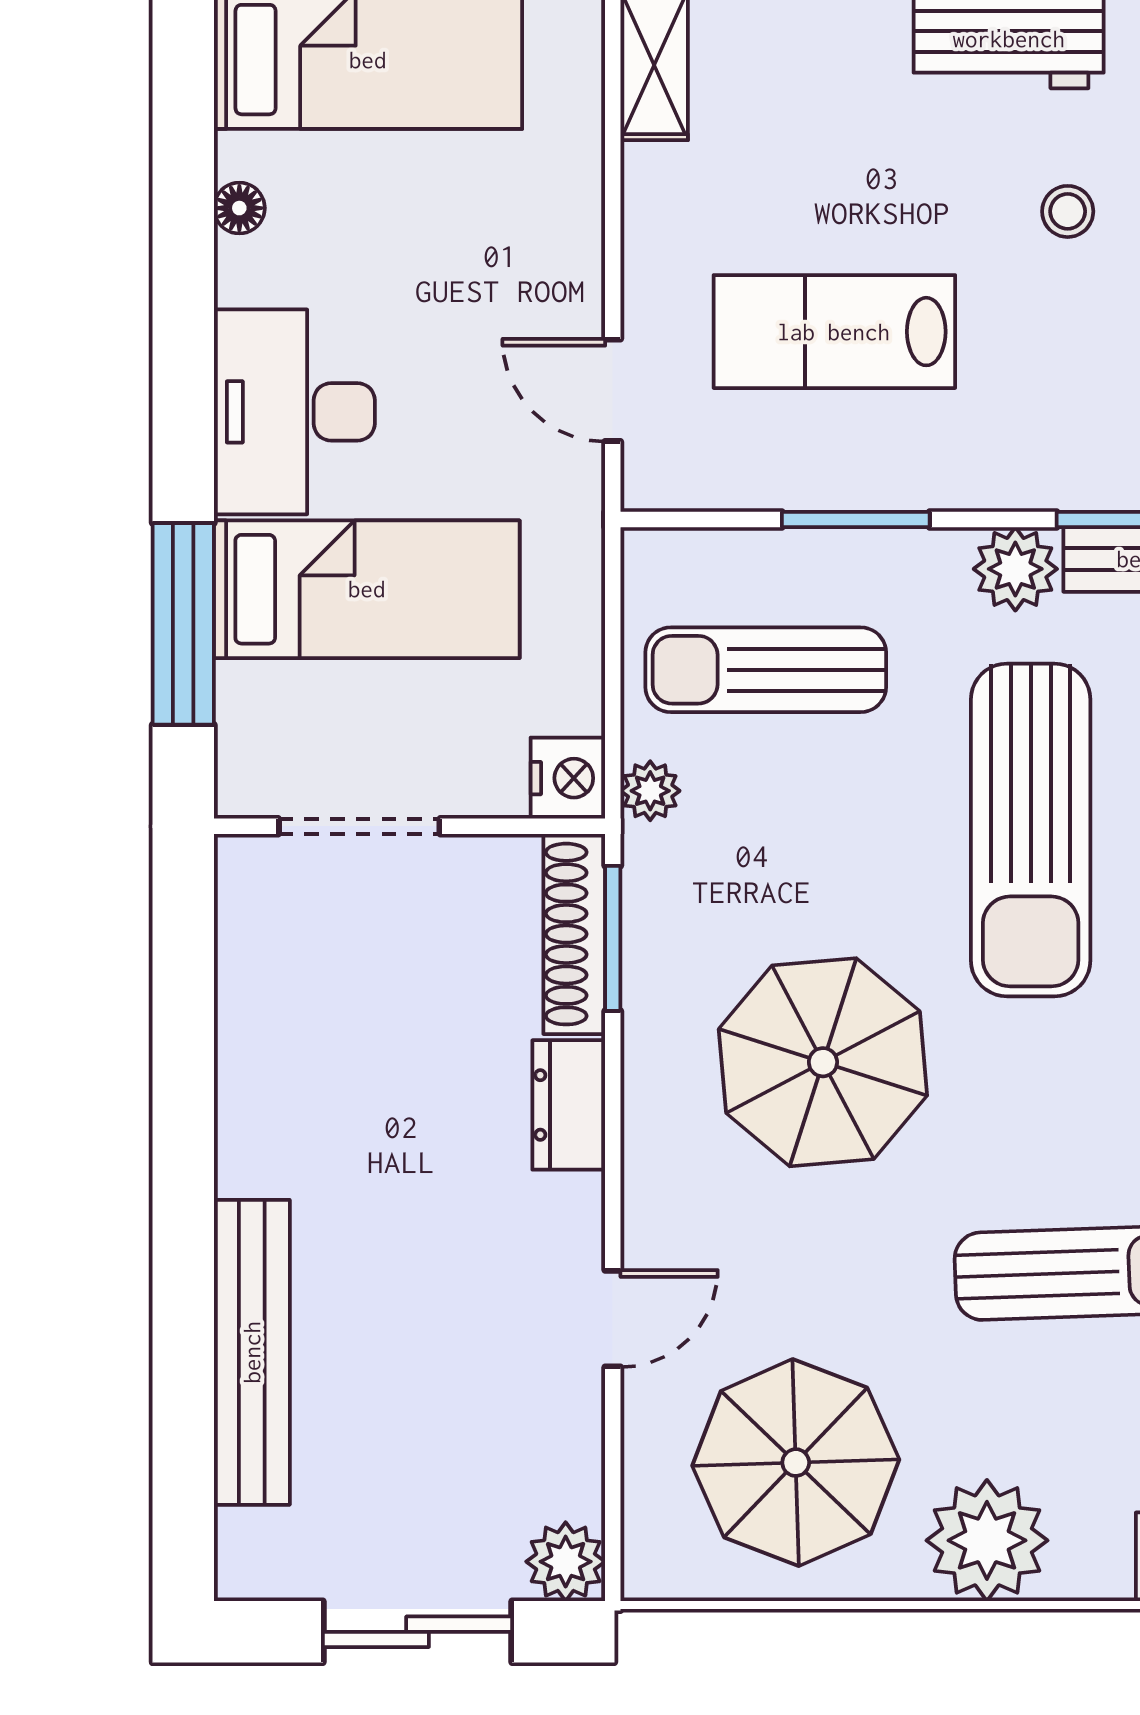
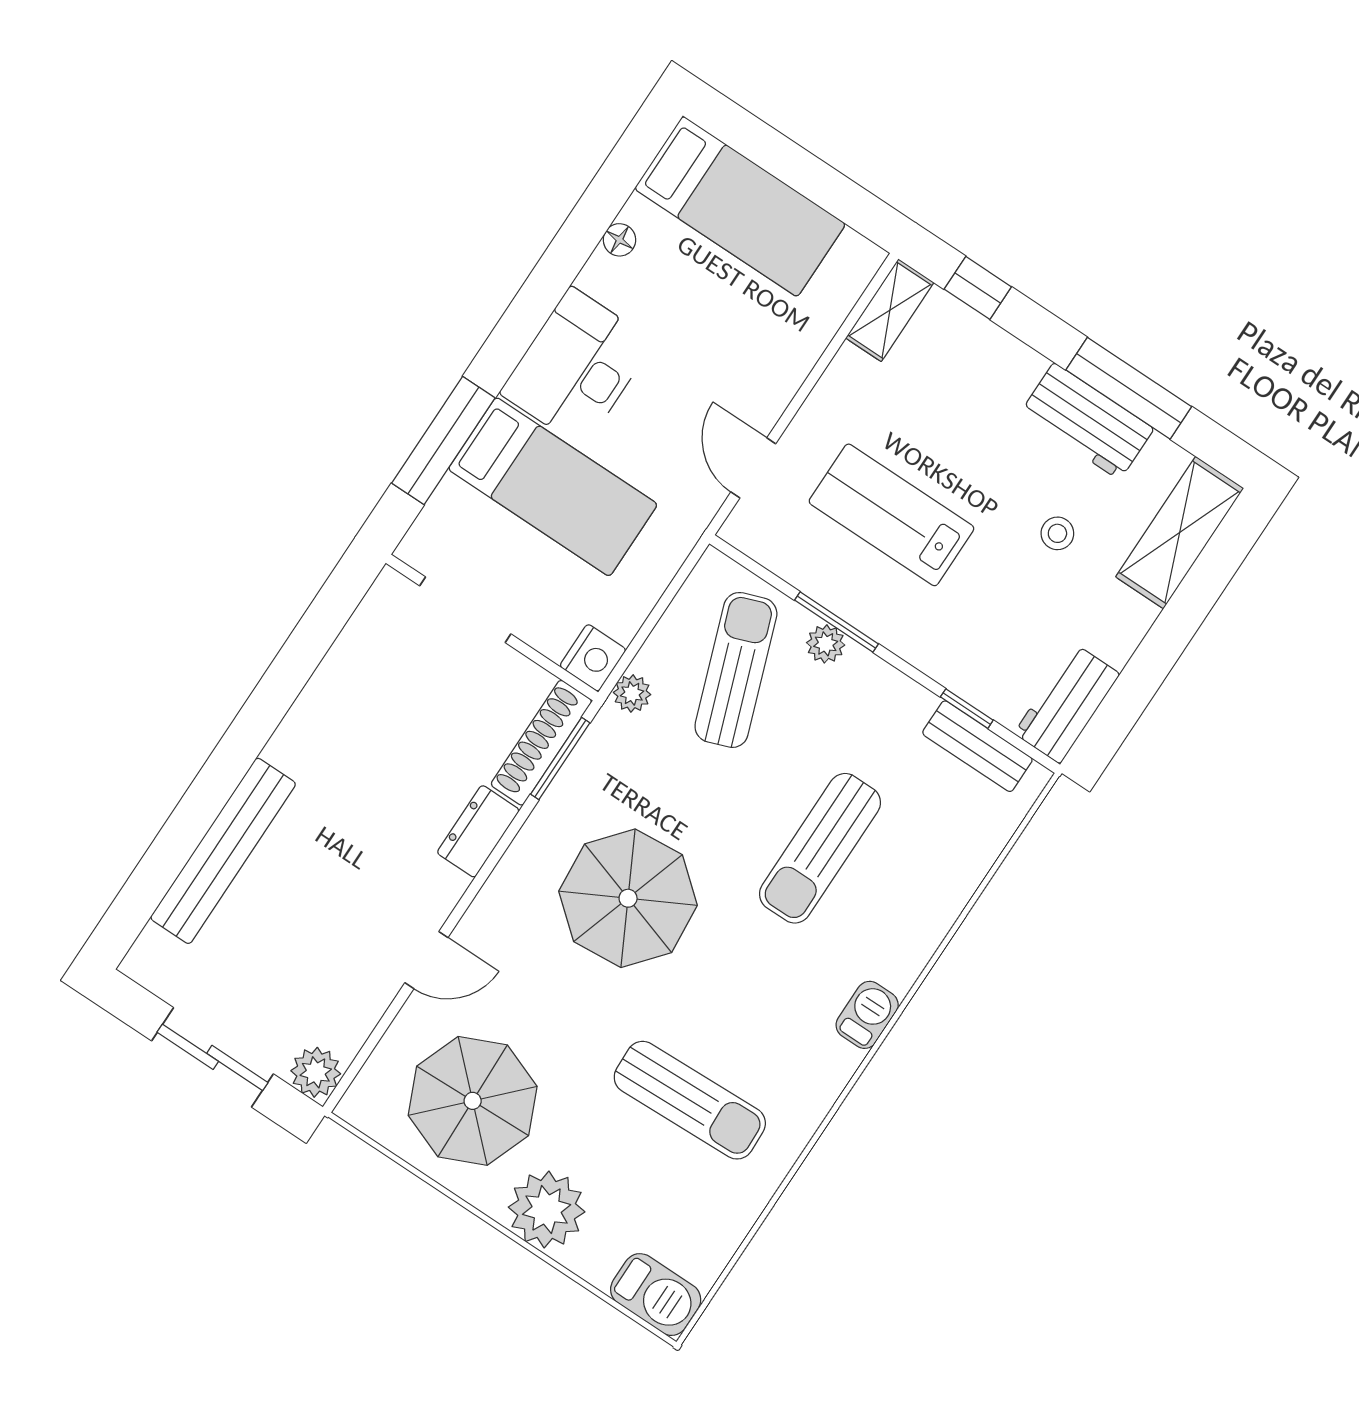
plant: (1015, 569) -> (826, 644), moved, width x0.73, depth x0.73
sun lounger: (766, 670) -> (736, 670), turned 70
sun lounger: (1031, 830) -> (820, 848), width x0.73, depth x0.75

